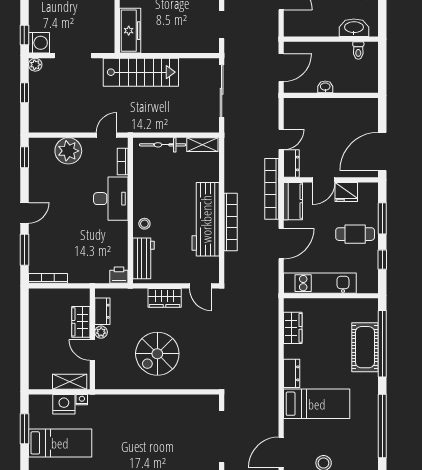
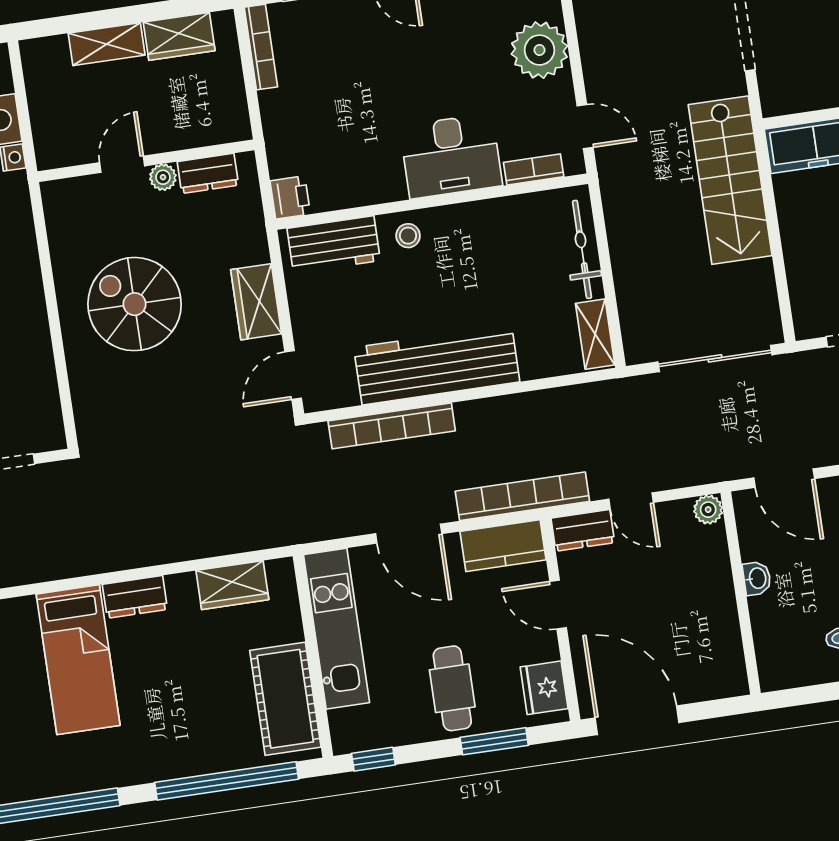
plant: (290, 105) -> (708, 510), added
fridge: (346, 192) -> (544, 688), moved
bookcase: (231, 222) -> (392, 426), moved
window: (382, 260) -> (373, 759), moved
wardrobe: (81, 322) -> (179, 36), moved, turned 180
cot: (365, 347) -> (285, 699), moved, turned 90
shelving: (70, 382) -> (107, 44), moved, turned 90

